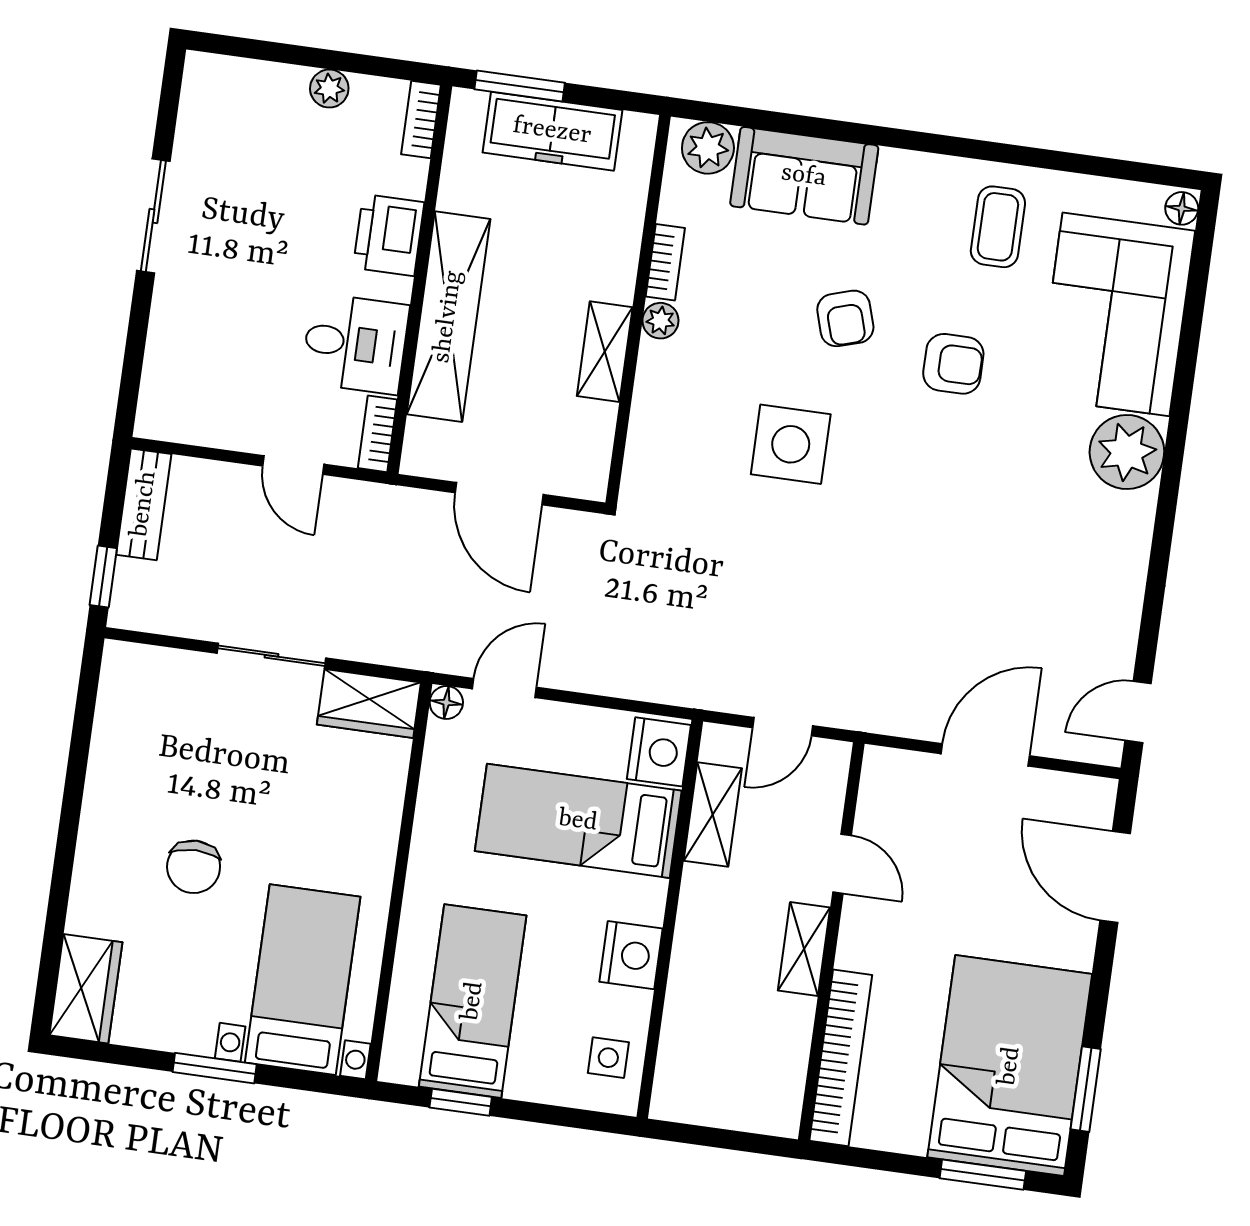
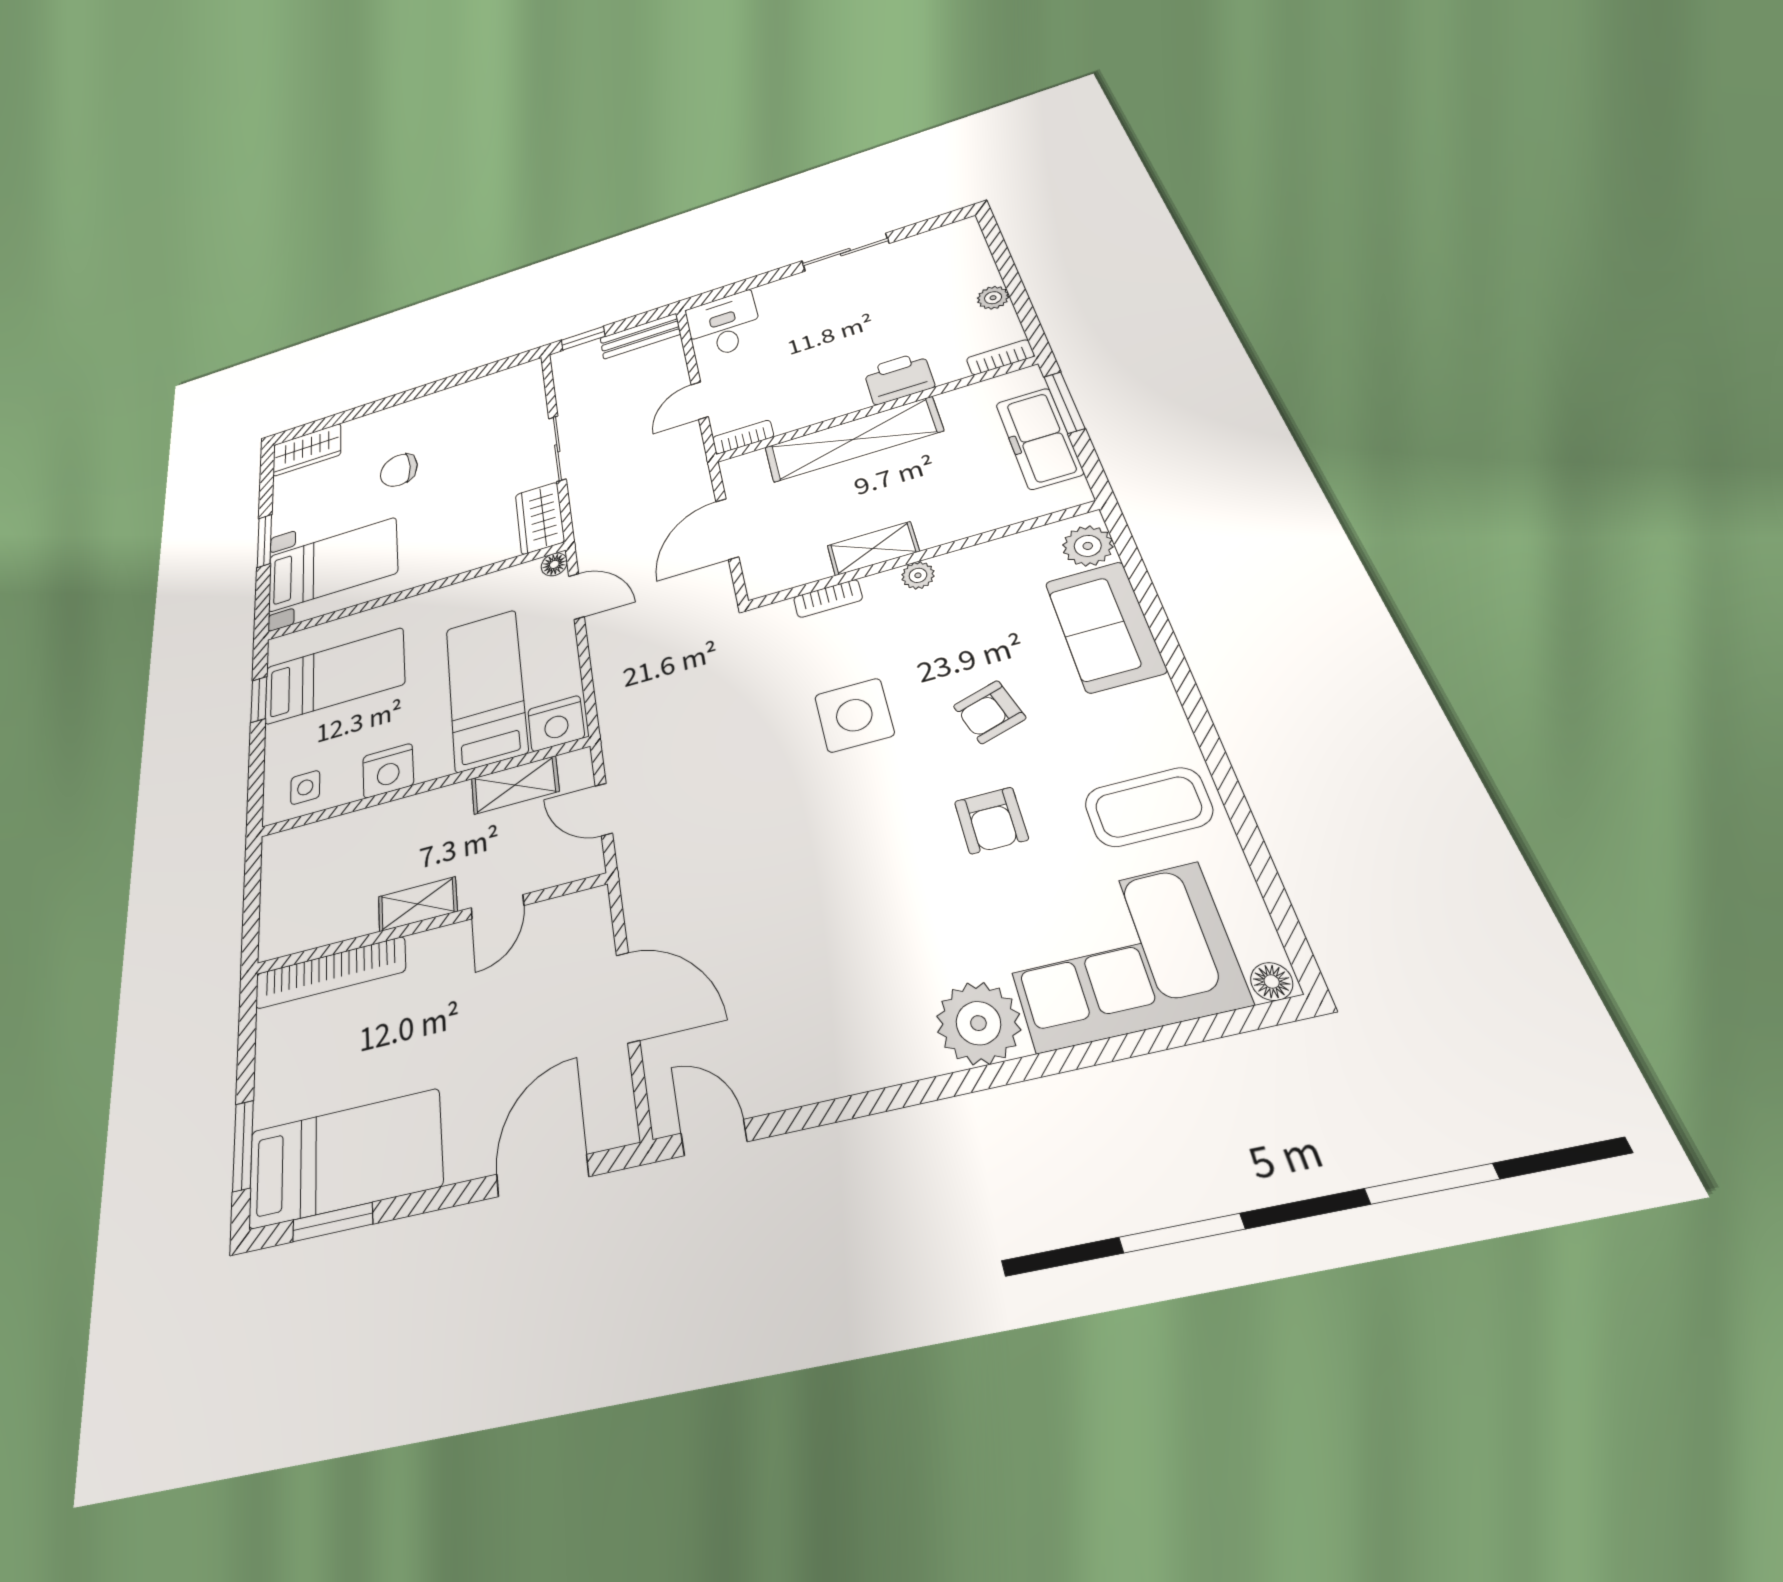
coffee table: (998, 227) -> (1148, 807), width x1.36, depth x1.30
bookcase: (665, 262) -> (828, 598), moved
desk: (355, 344) -> (724, 325), moved, turned 180
bed: (1010, 1066) -> (345, 1158), width x0.67

